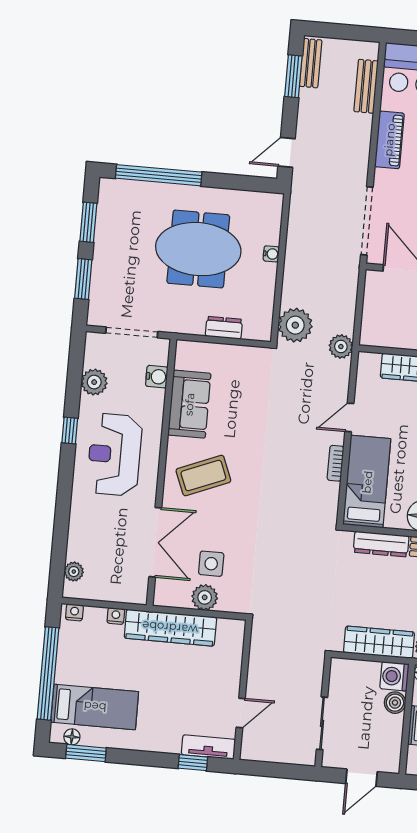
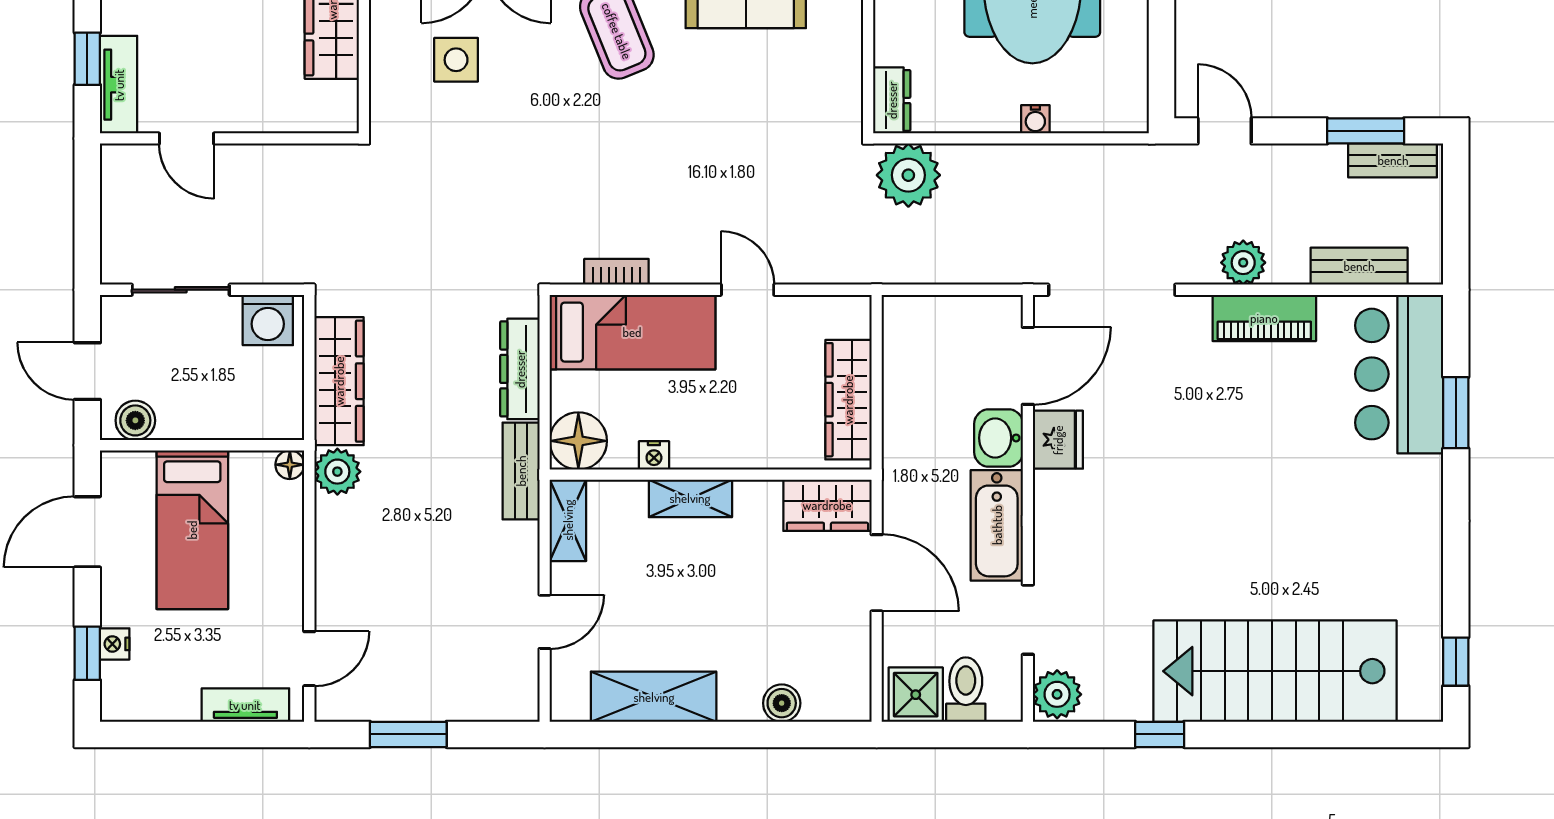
dresser: (224, 328) -> (892, 100), moved
plant: (341, 347) -> (1243, 263), moved
bookcase: (336, 463) -> (616, 272), moved
plant: (205, 597) -> (393, 53), removed
washing machine: (394, 676) -> (268, 320), moved, turned 180
boiler: (395, 703) -> (135, 420), moved

